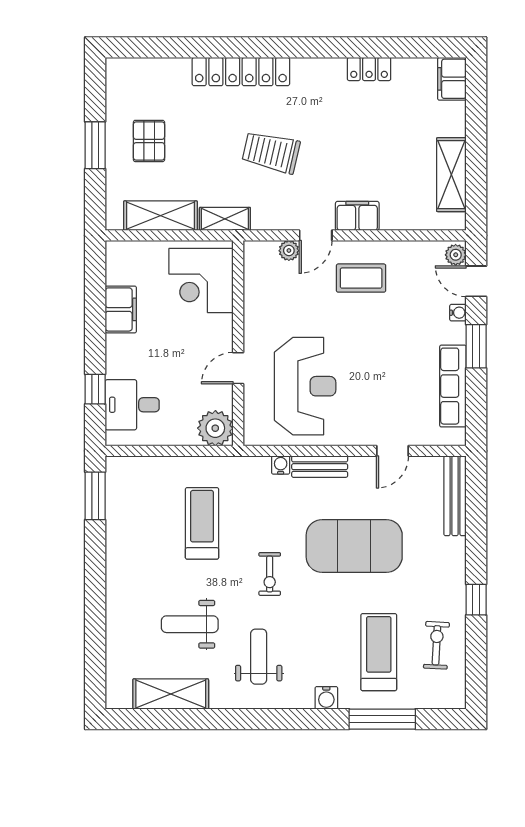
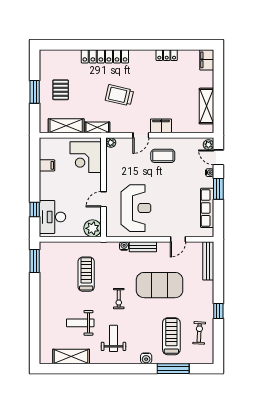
plant: (289, 251) -> (111, 143), moved
filing cabinet: (121, 309) -> (47, 165), width x0.50
desk: (132, 405) -> (53, 217), width x1.37

